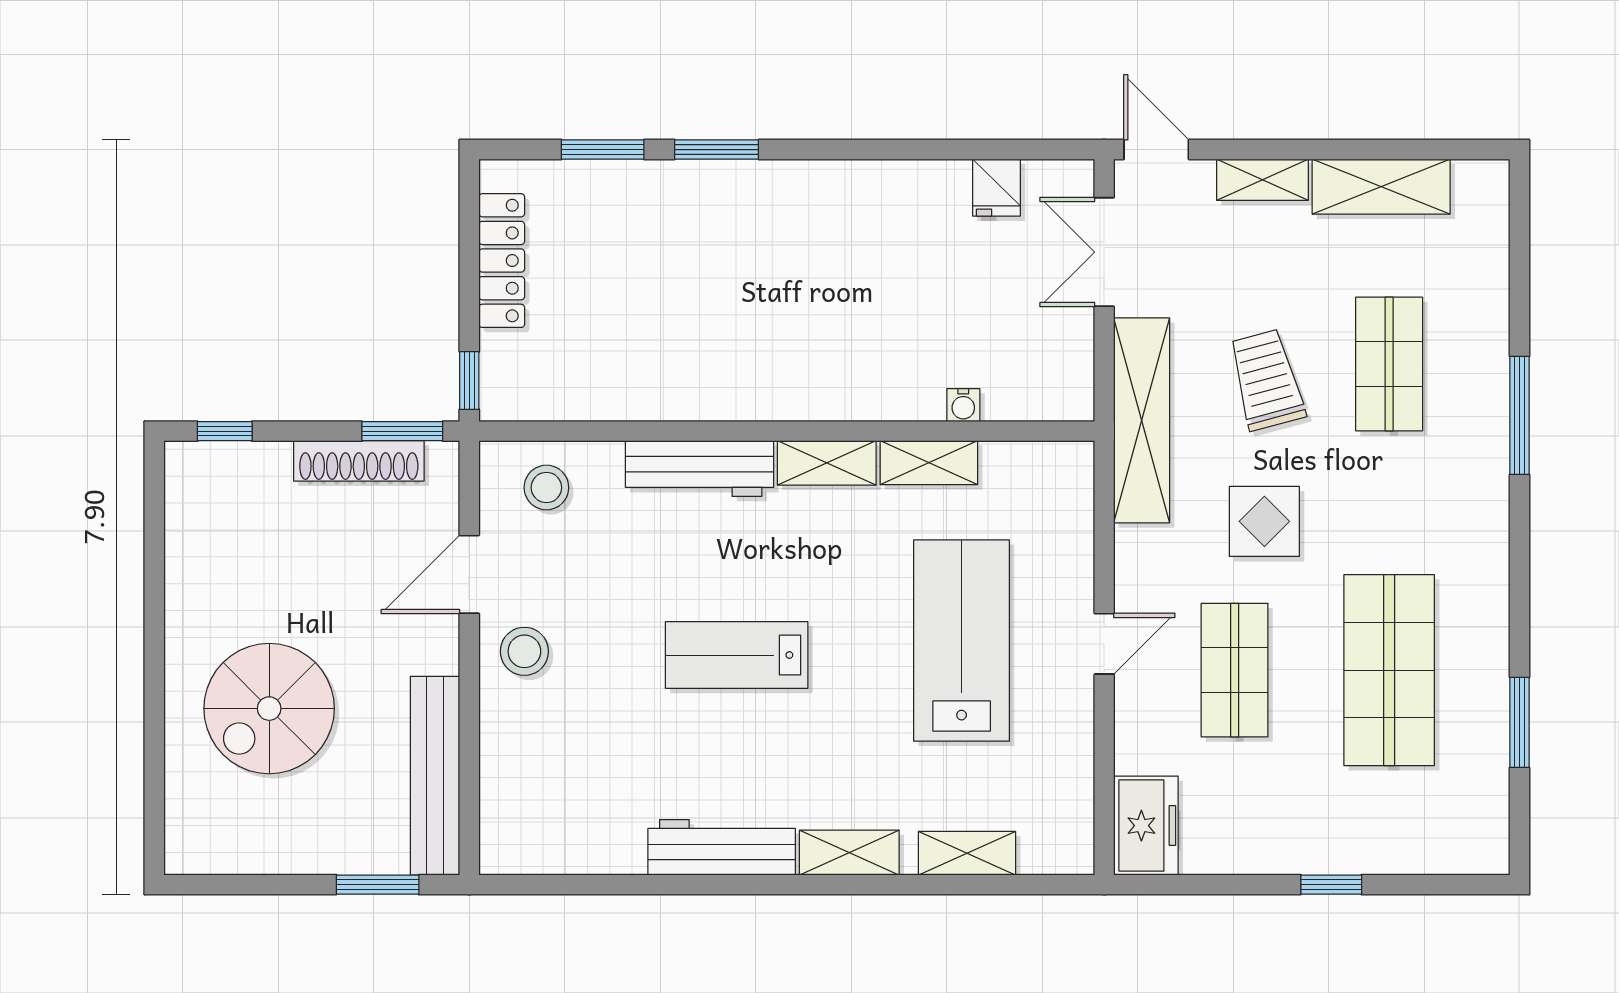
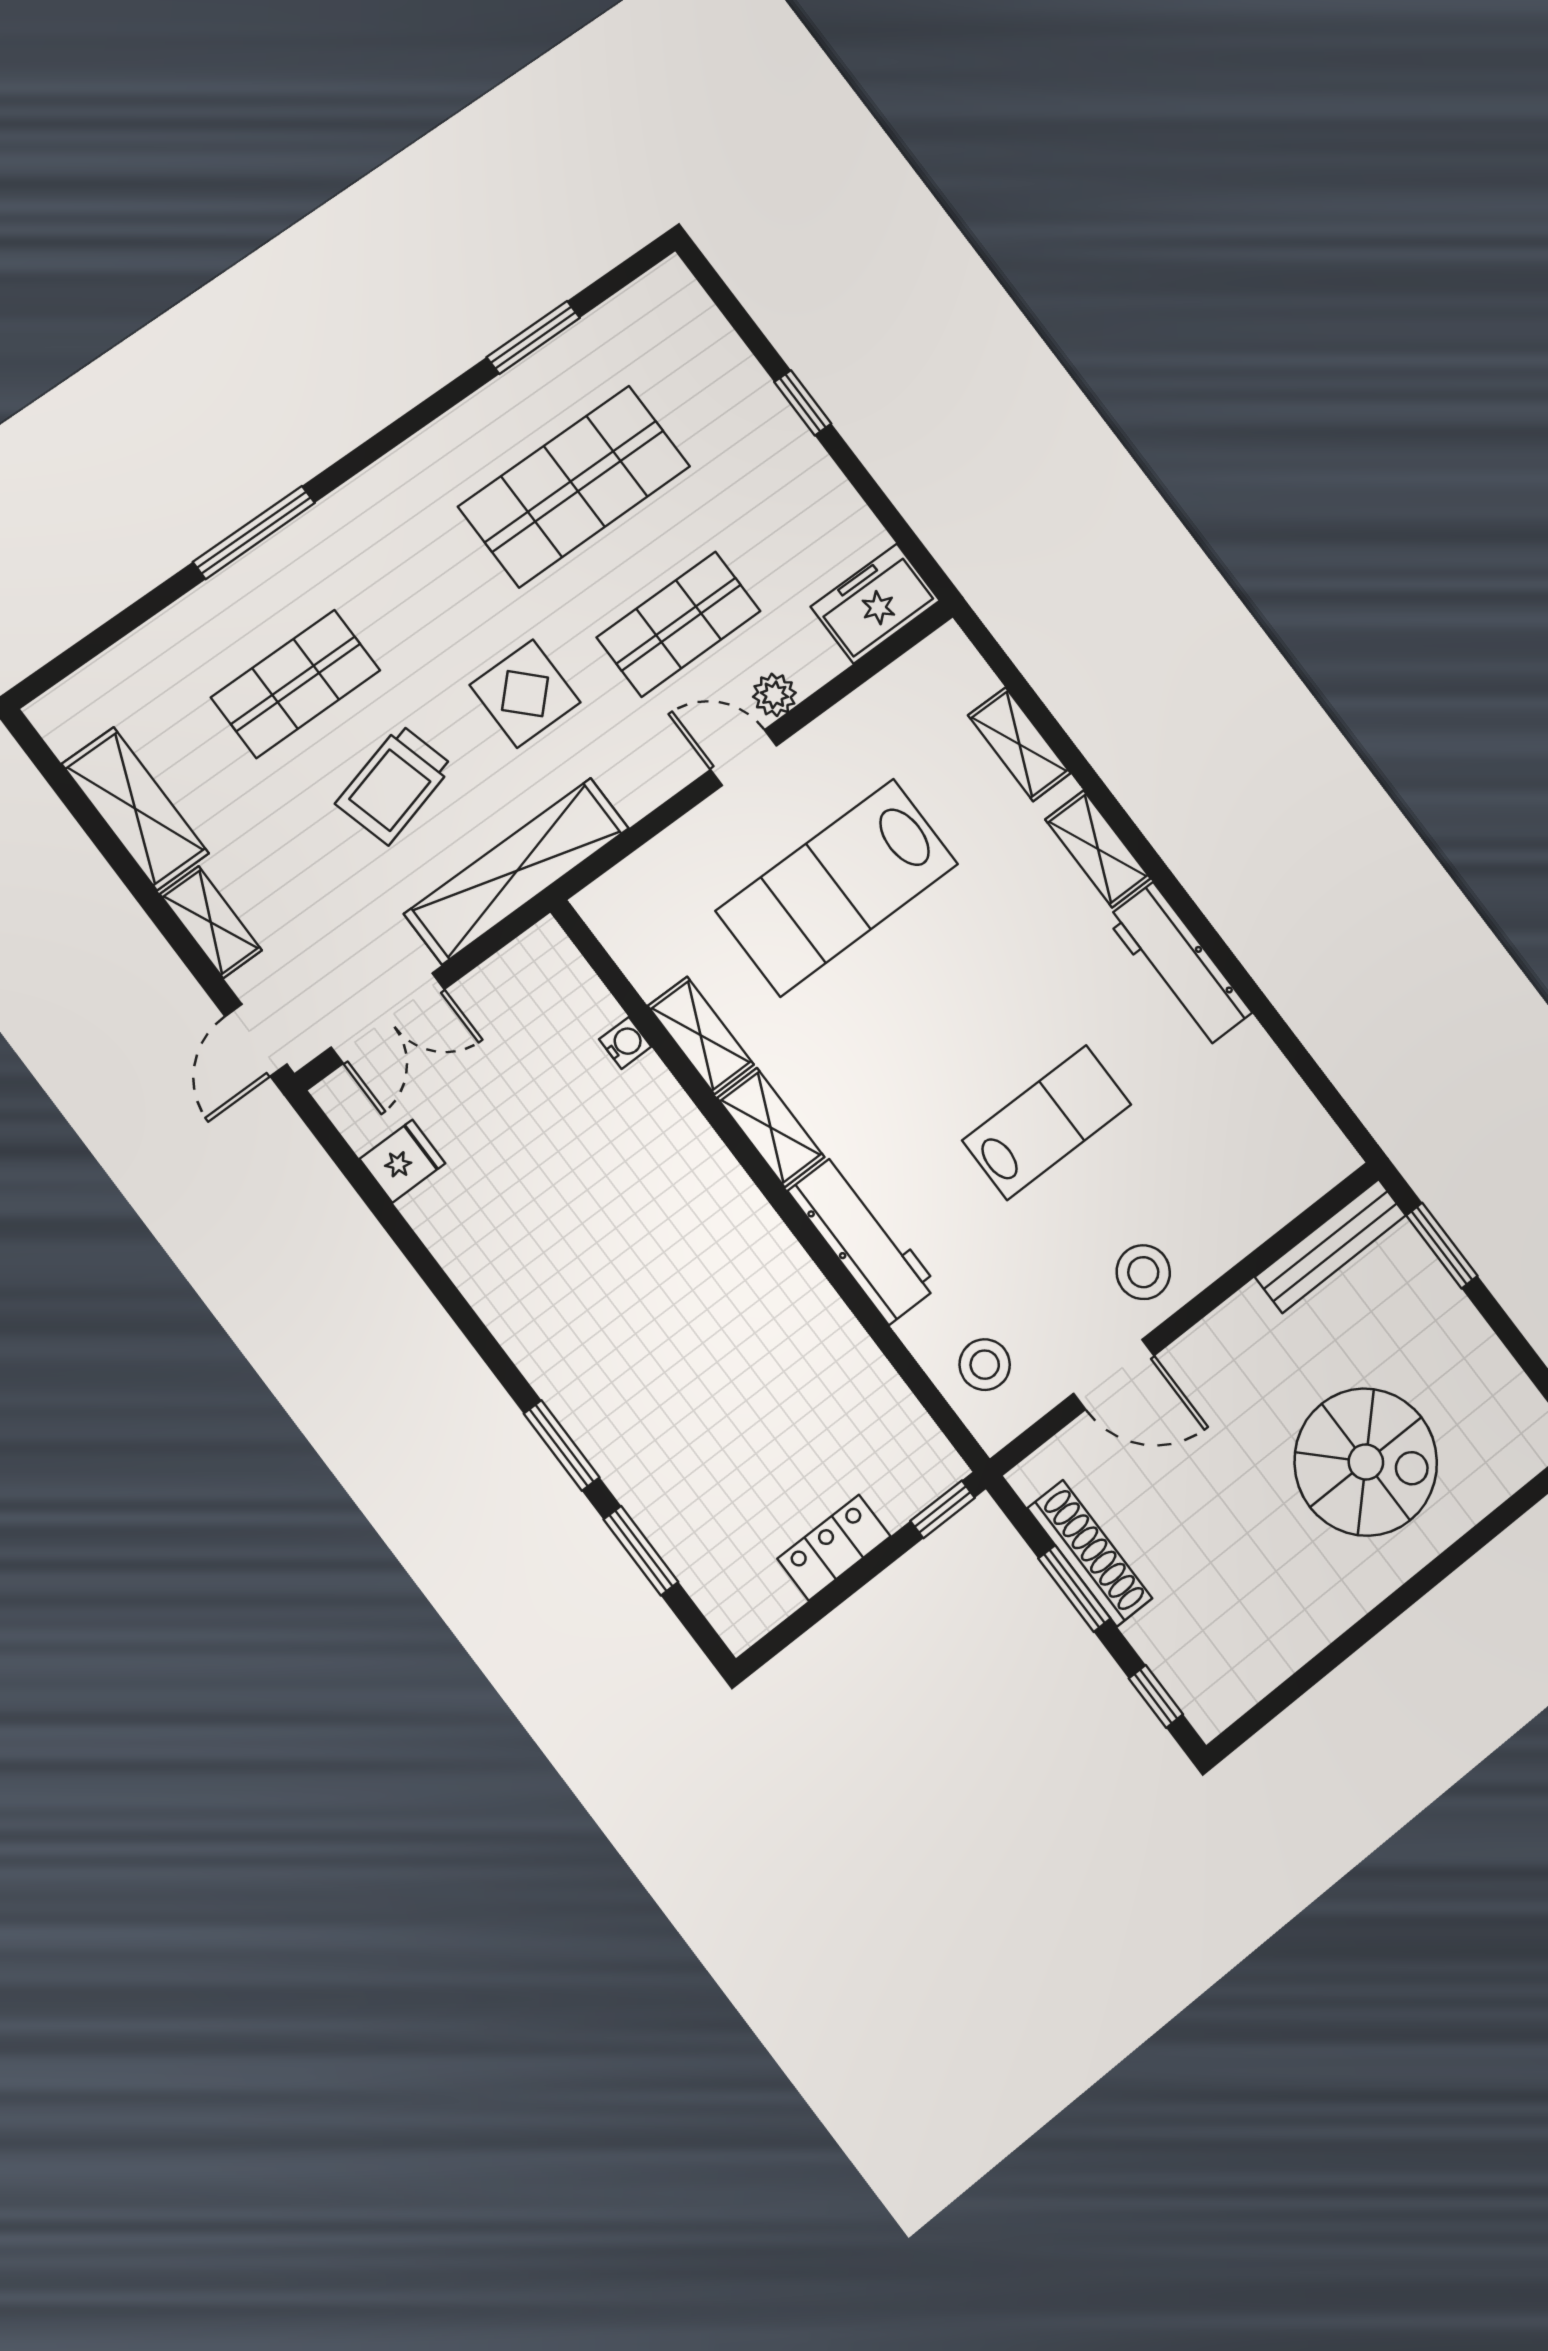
locker: (502, 261) -> (834, 1548), width x0.66
window: (402, 431) -> (1074, 1589), moved
lab bench: (737, 655) -> (1047, 1122), moved, turned -90
plant: (1133, 701) -> (774, 695), added
bench: (435, 776) -> (1331, 1246), width x0.73, depth x0.82

